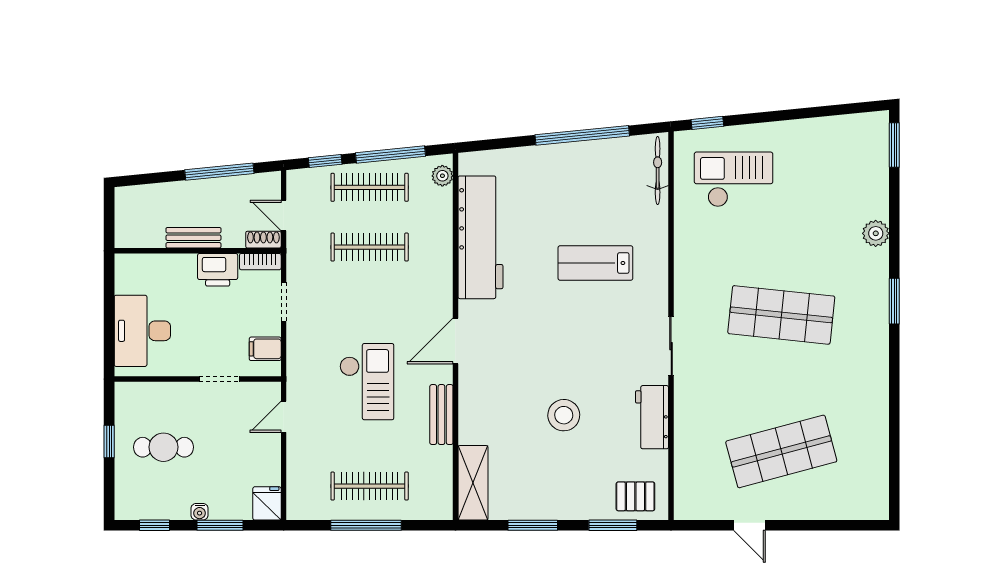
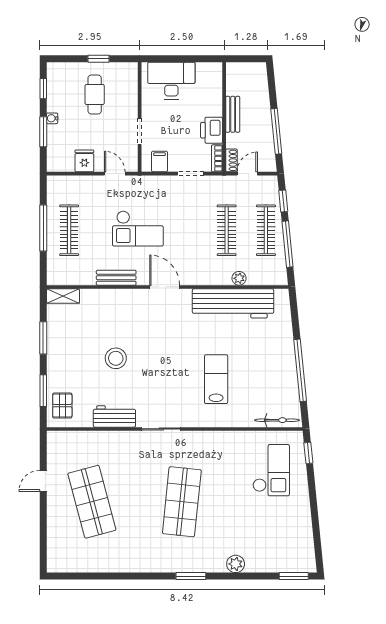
plant: (442, 176) -> (239, 278), moved
shelving: (473, 483) -> (63, 296), width x0.67, depth x0.75
fridge: (267, 503) -> (84, 161), moved, turned -90

